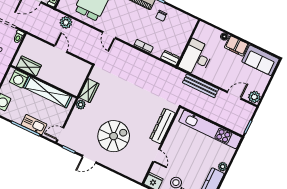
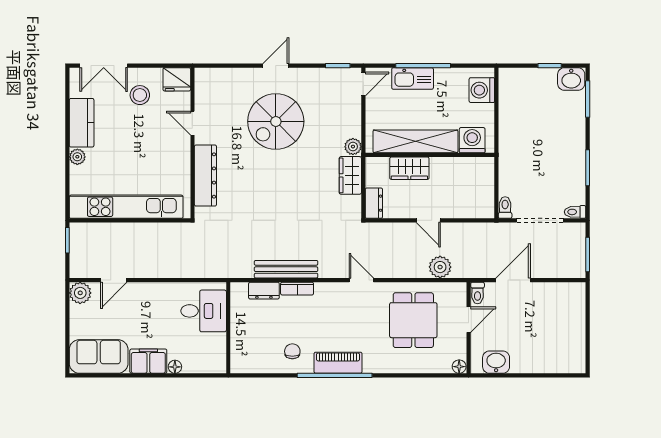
dresser: (170, 58) -> (264, 291), moved
desk: (196, 58) -> (204, 311), width x0.73
wardrobe: (29, 66) -> (409, 168), moved
dresser: (84, 71) -> (374, 203), added
bench: (201, 86) -> (286, 269), moved
door: (89, 159) -> (276, 66), moved

